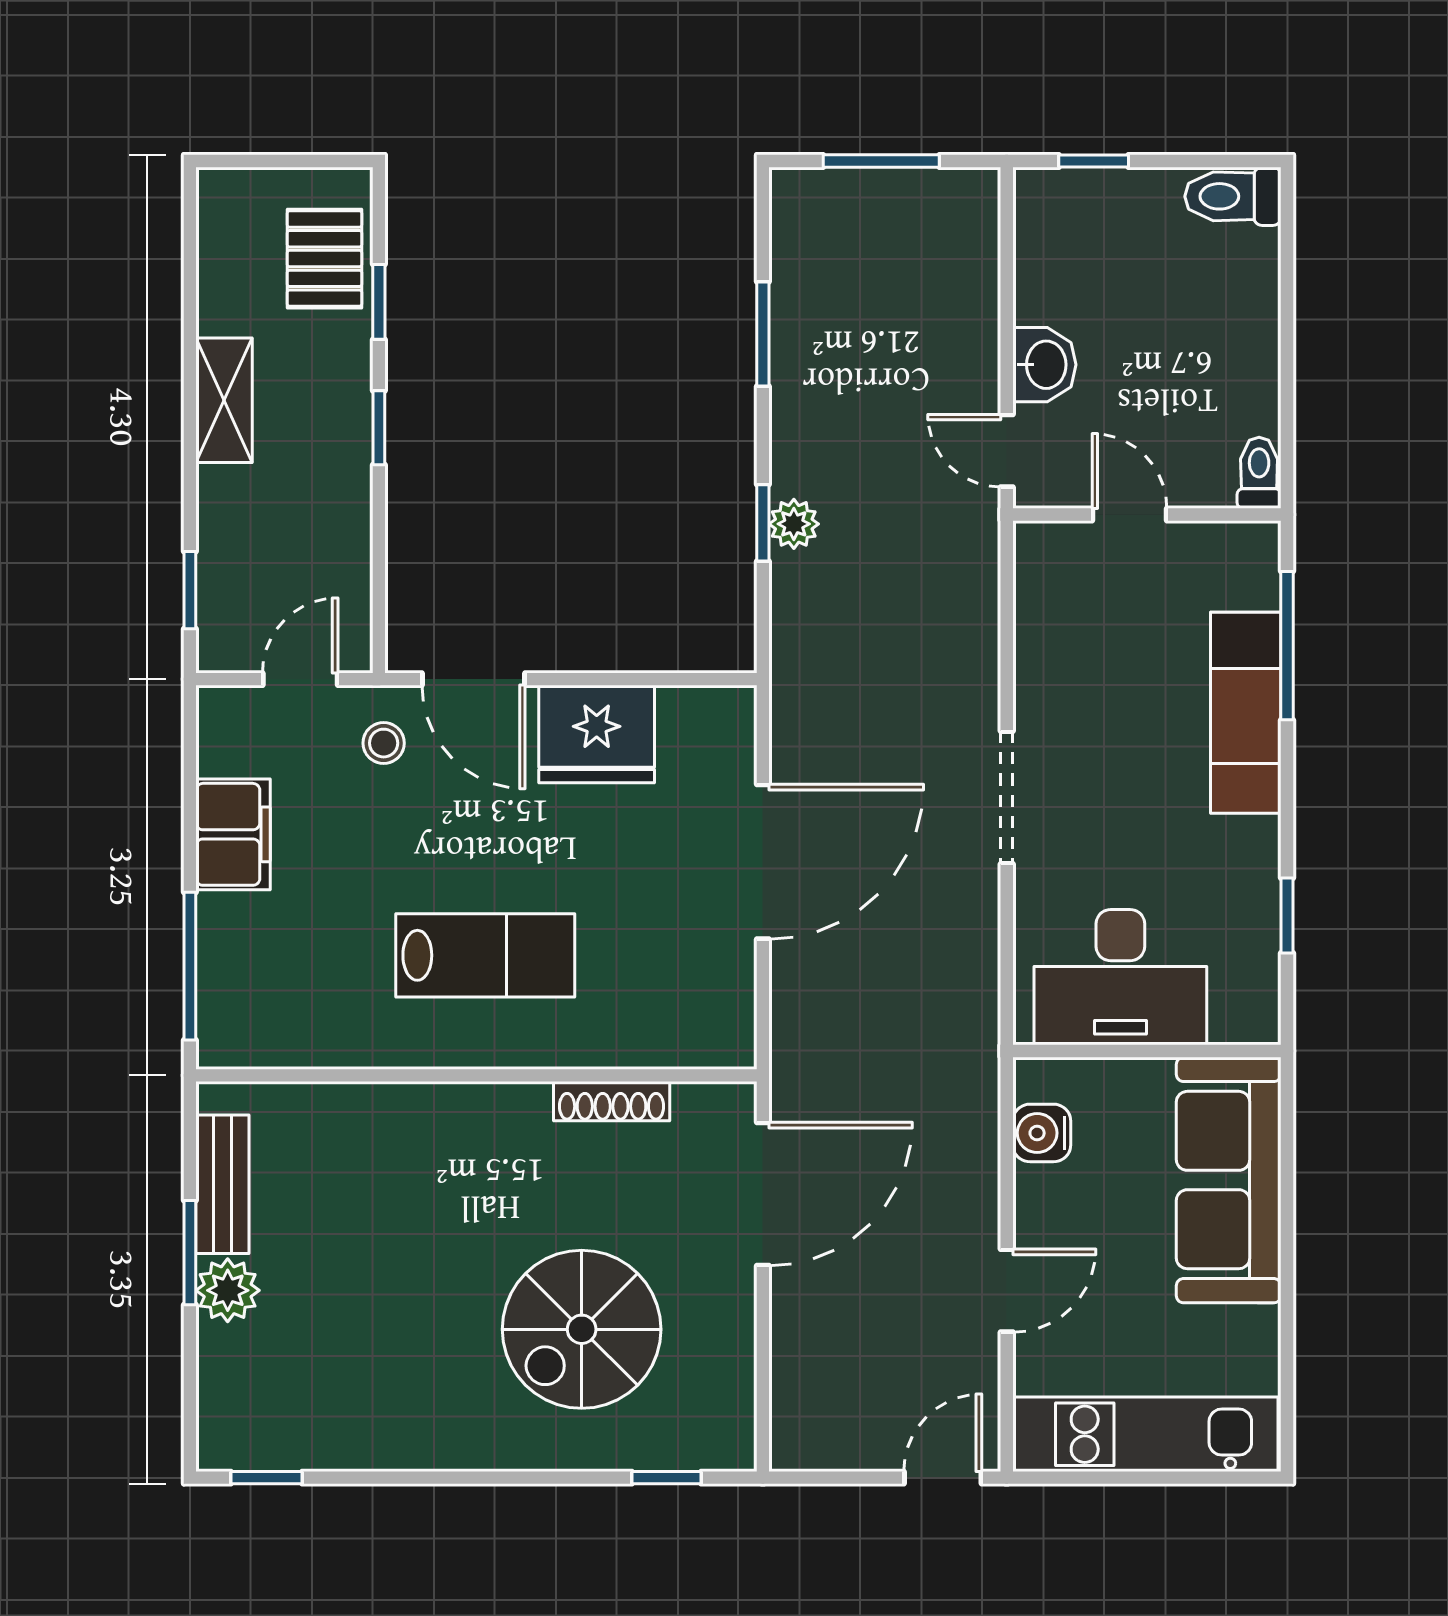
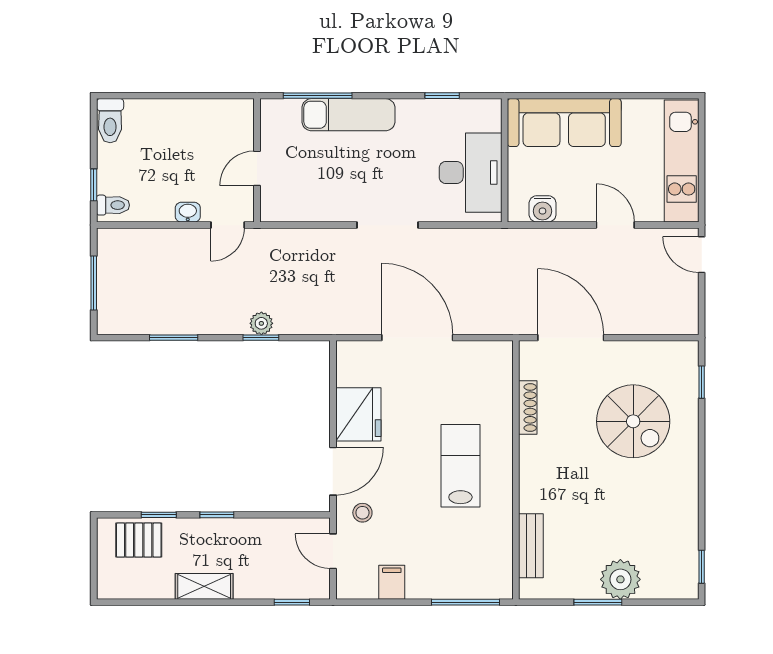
washbasin: (1044, 365) -> (188, 212), width x0.72, depth x0.69
toilet: (1259, 473) -> (113, 205), moved, turned 180
filing cabinet: (233, 834) -> (392, 582), width x0.50
bench: (222, 1184) -> (531, 546), moved, turned 90
plant: (228, 1290) -> (620, 579), width x1.36, depth x1.36

